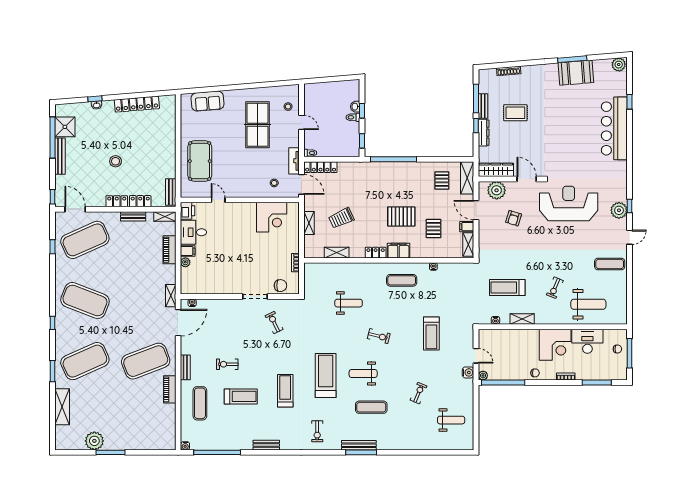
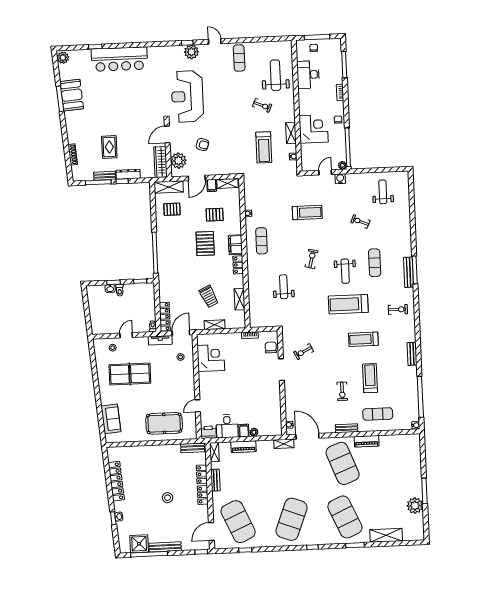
corner desk: (555, 345) -> (314, 129), moved

